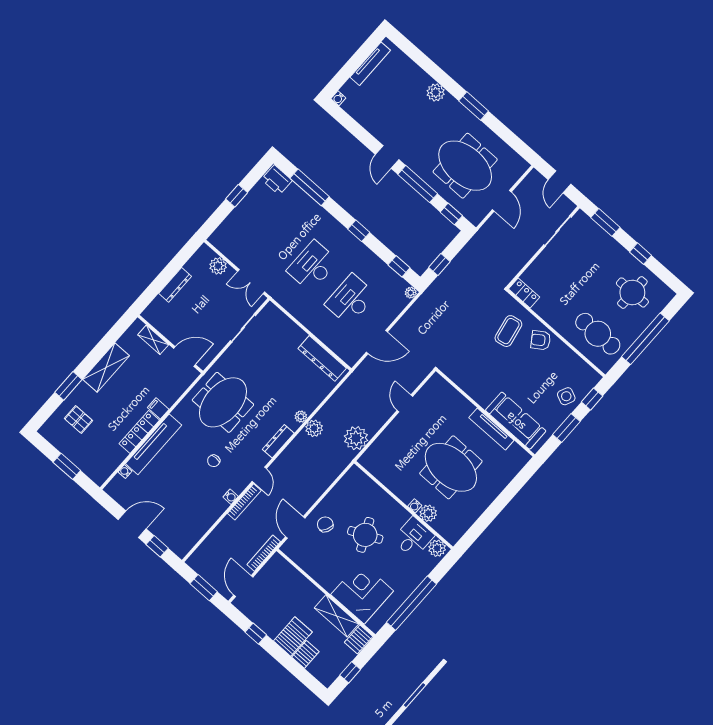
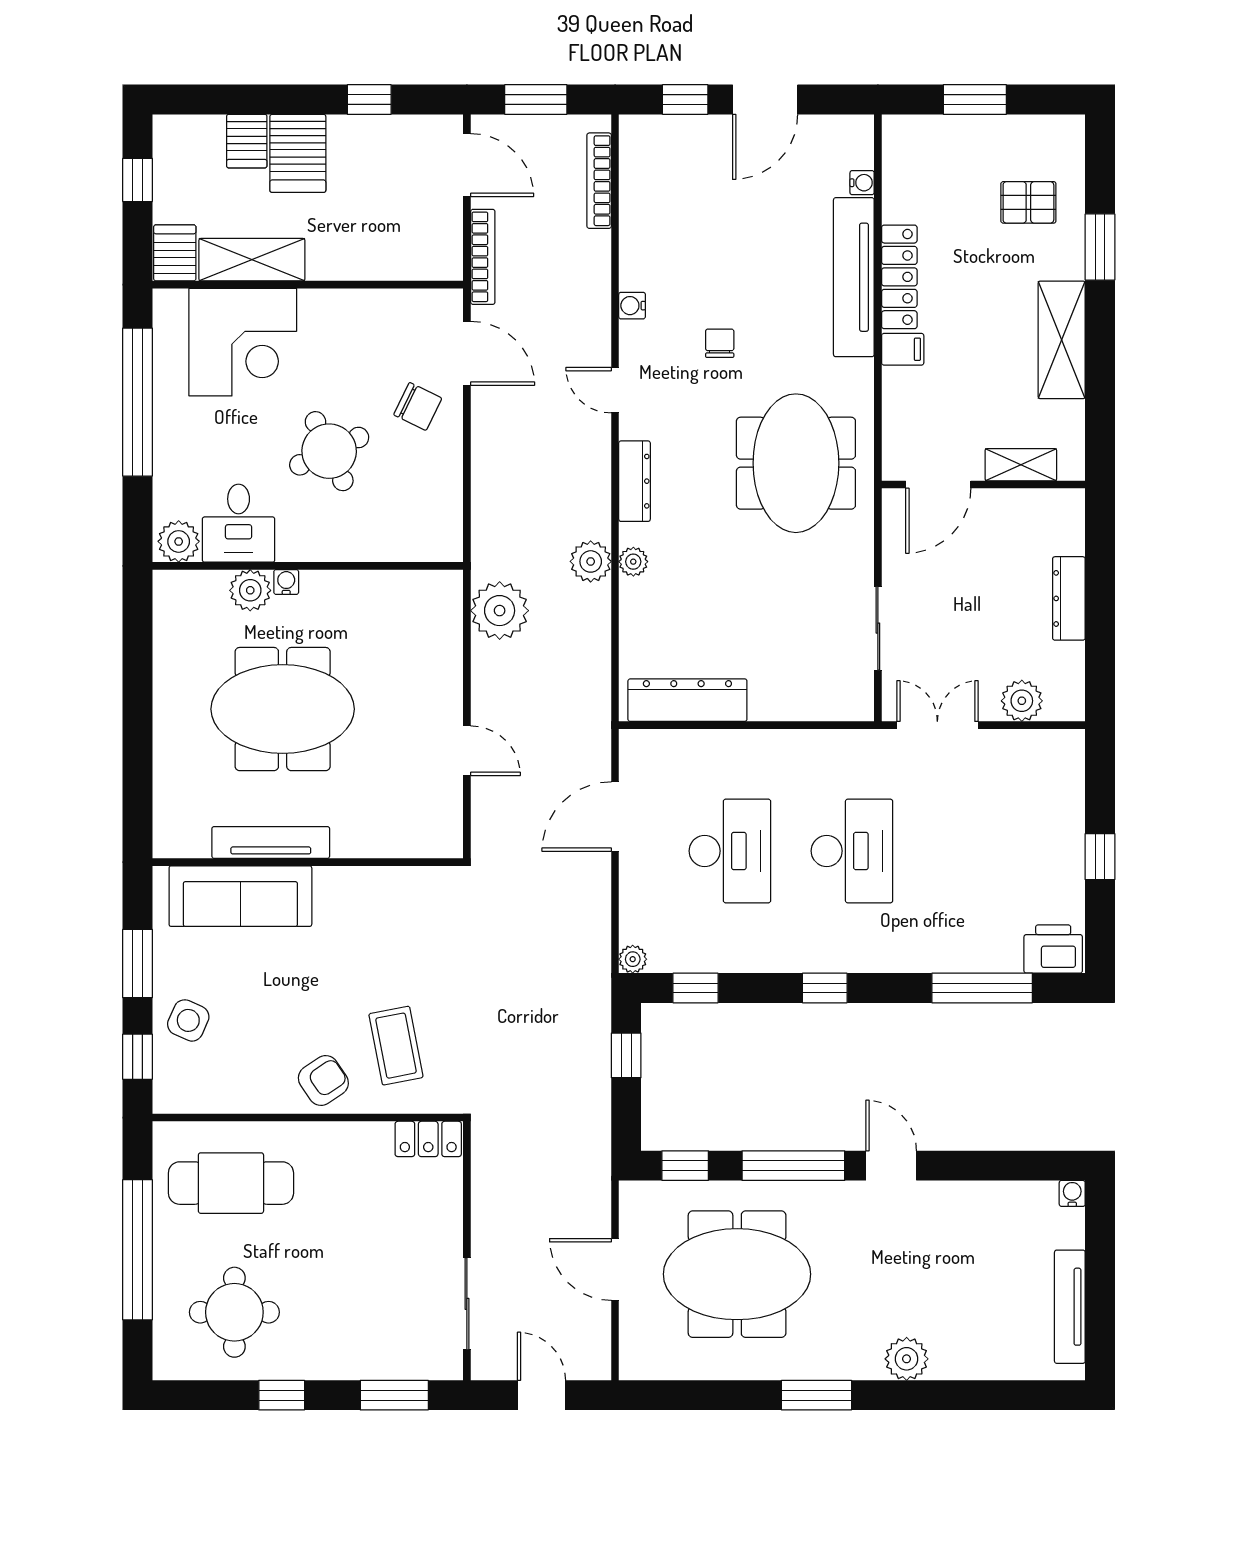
bookcase: (244, 502) -> (599, 181), moved

